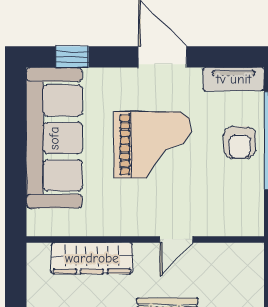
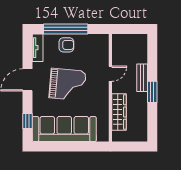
grand piano: (153, 145) -> (67, 84), turned 95
door: (176, 239) -> (110, 74), hinge flipped

